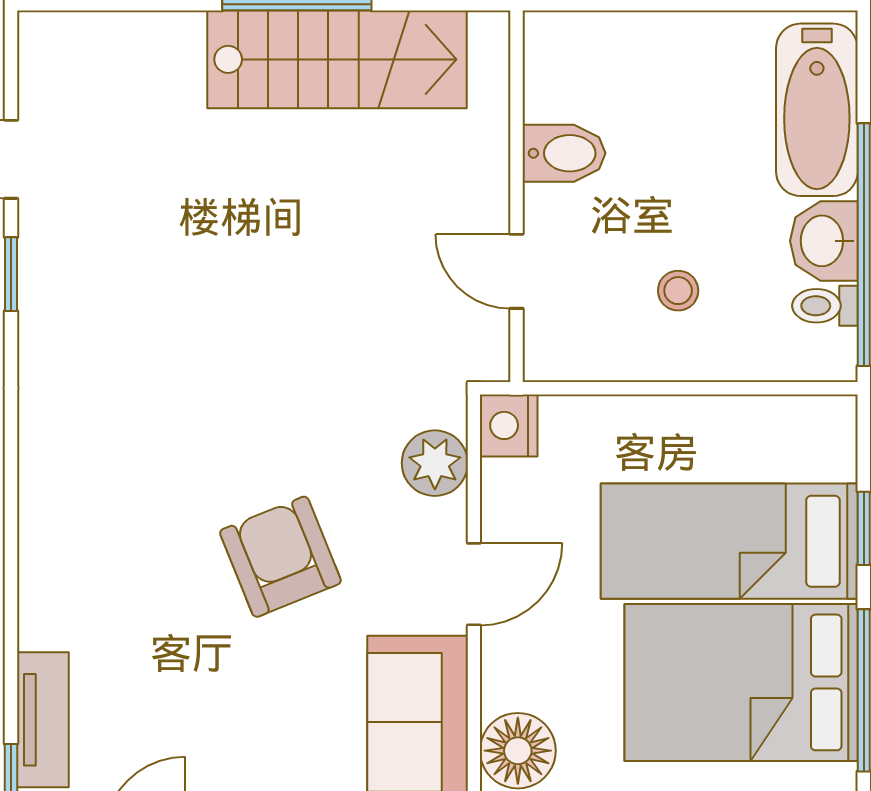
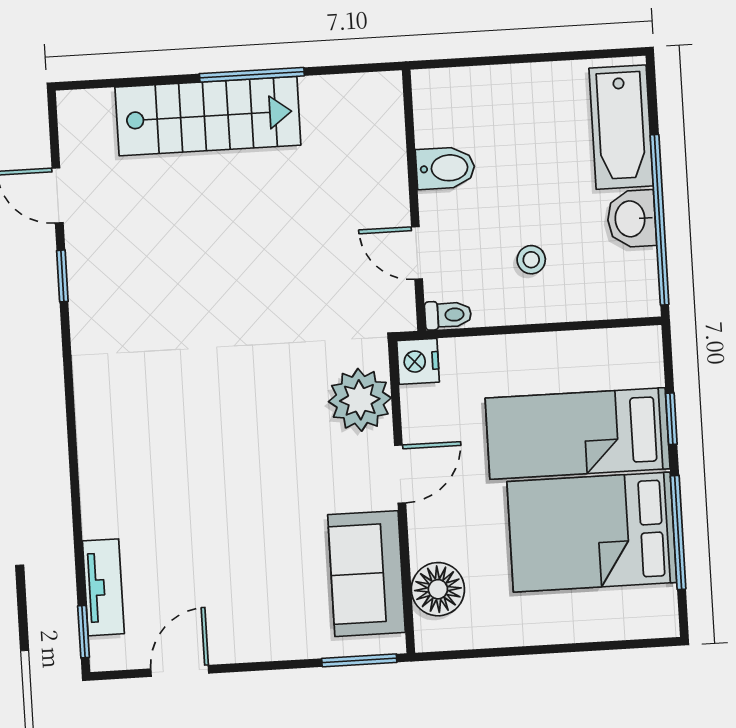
stairs: (337, 59) -> (208, 116), moved
toilet: (825, 306) -> (448, 315), moved, turned 180
plant: (435, 463) -> (360, 400), width x1.36, depth x1.36
armchair: (280, 557) -> (263, 463), removed

